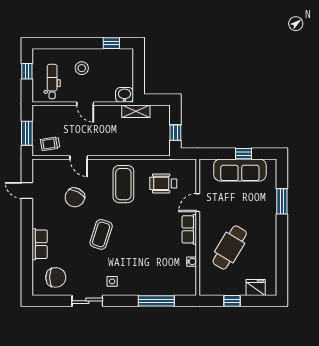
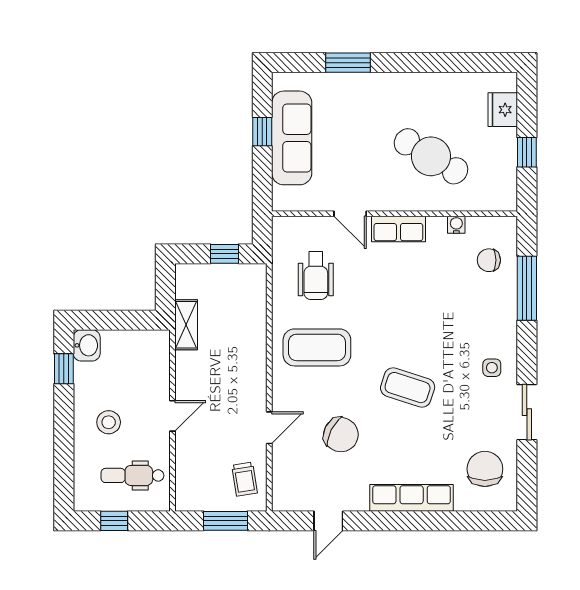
washbasin: (125, 95) -> (87, 345), moved, turned 180
row of seats: (40, 244) -> (412, 498), width x1.48
chair: (172, 280) -> (489, 260), added

